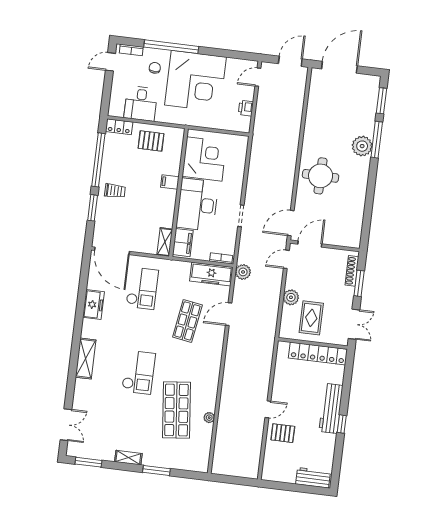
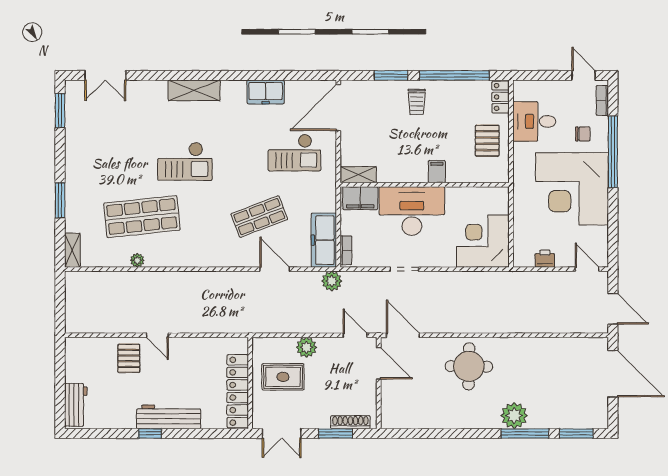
corner desk: (204, 159) -> (483, 241), moved, turned 180
shop shelf: (187, 321) -> (259, 217), turned -30
shelving: (128, 458) -> (72, 250), moved

